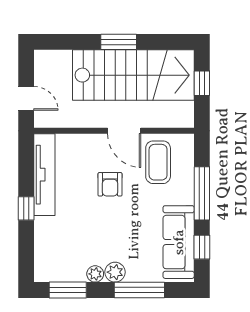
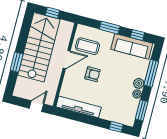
window: (119, 42) -> (17, 62), moved
window: (202, 193) -> (110, 28), width x0.69
window: (26, 208) -> (116, 127), moved

